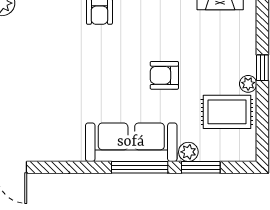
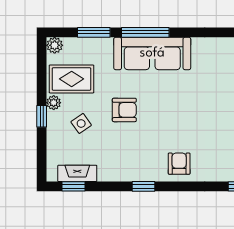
side table: (216, 59) -> (81, 123), added
plant: (188, 152) -> (55, 45), moved

